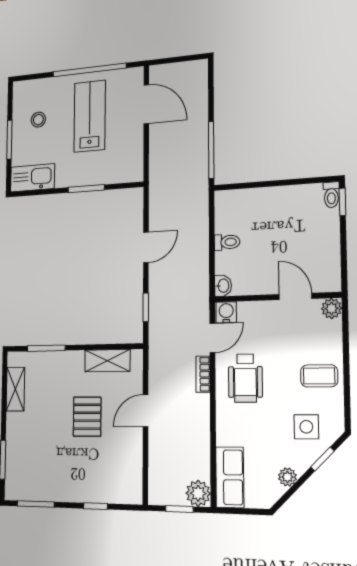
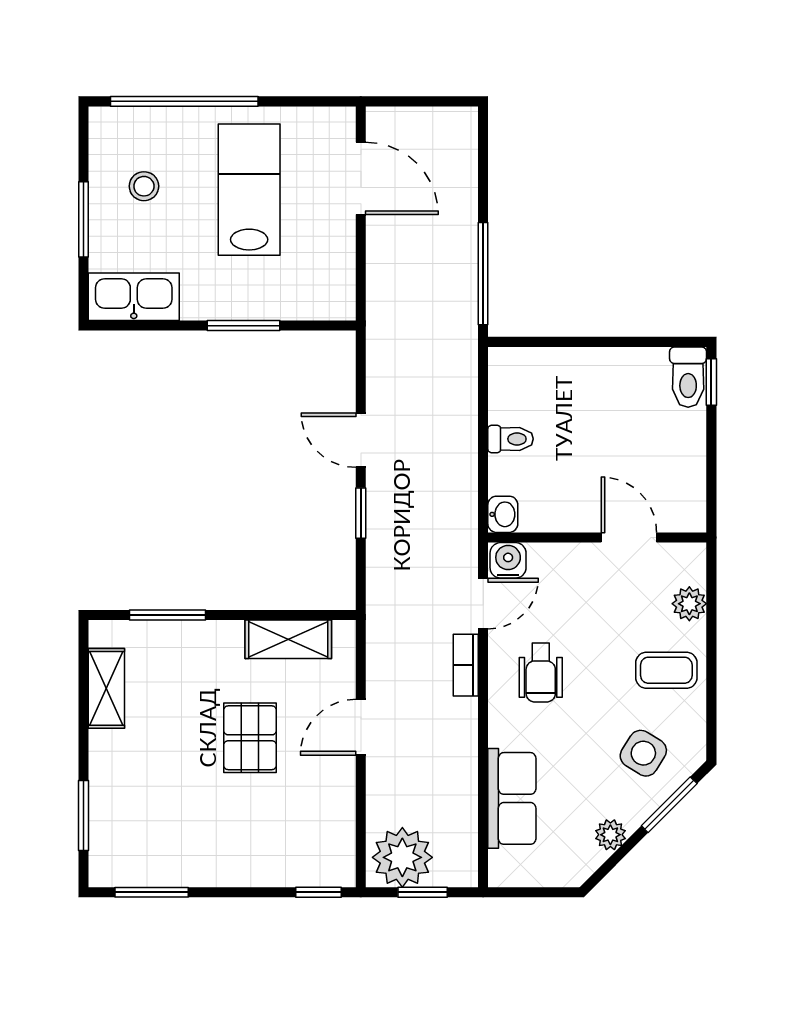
window: (89, 70) -> (184, 101), moved
toilet: (331, 195) -> (688, 377), width x1.37, depth x1.39
door: (146, 247) -> (361, 440), swing flipped
window: (146, 307) -> (361, 513), moved
plant: (332, 308) -> (689, 604), moved
wheelchair: (245, 378) -> (541, 673), width x0.73, depth x0.73
side table: (306, 427) -> (643, 753), turned 32
window: (323, 459) -> (669, 805), width x1.50
row of seats: (230, 477) -> (512, 798), moved
plant: (198, 493) -> (402, 857), moved, width x1.36, depth x1.36
window: (95, 506) -> (318, 892), moved

